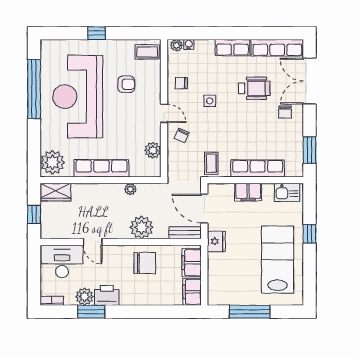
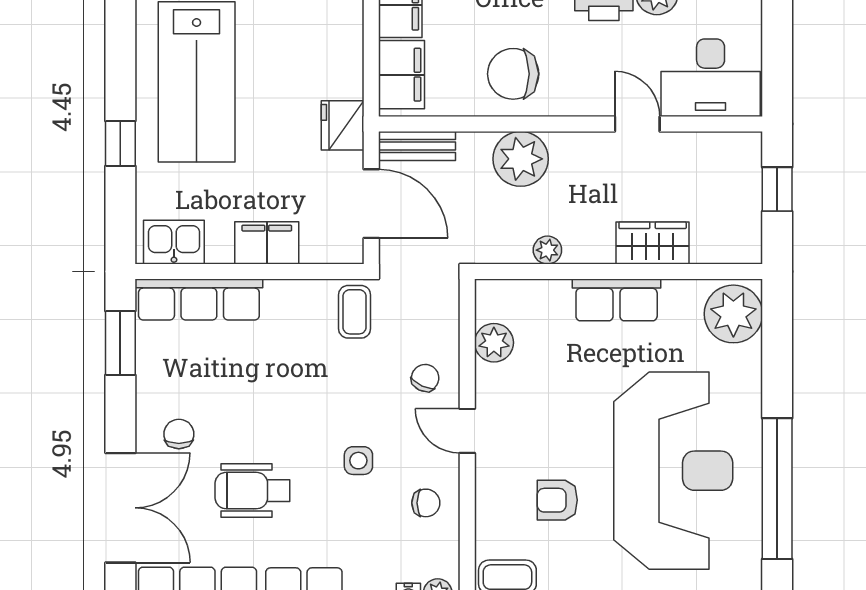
row of seats: (101, 168) -> (617, 300), width x0.68
row of seats: (258, 168) -> (199, 300), moved
wardrobe: (56, 192) -> (653, 243), moved

